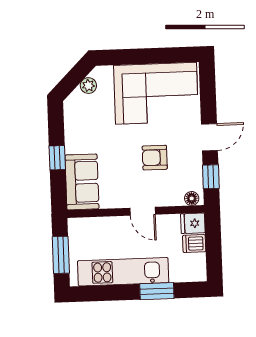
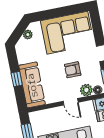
sofa: (82, 182) -> (32, 85), width x1.36
plant: (172, 196) -> (86, 90), added

